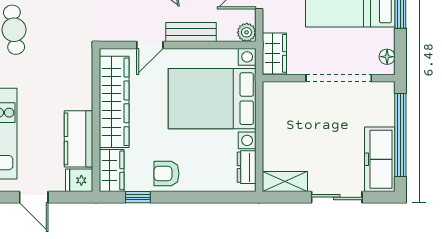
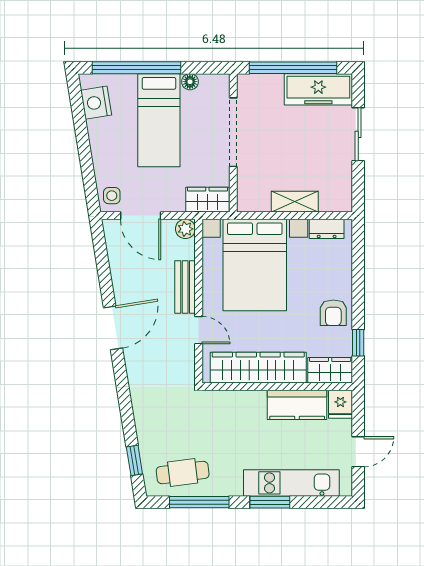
floor lamp: (387, 57) -> (190, 82), moved
shelving: (285, 182) -> (295, 202), moved, turned 90

